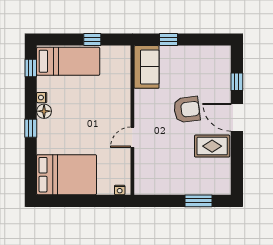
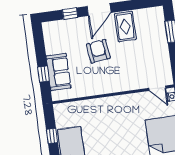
sofa: (147, 67) -> (58, 72), moved, turned 90
door: (132, 137) -> (157, 88), moved

